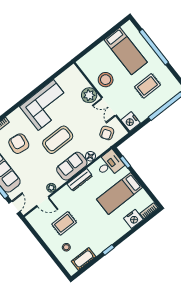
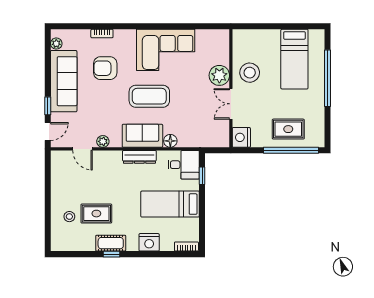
rug: (147, 86) -> (288, 129), moved
armchair: (107, 133) -> (207, 130), removed
armchair: (19, 144) -> (105, 68), turned -98
nightstand: (133, 219) -> (149, 242), moved
rug: (64, 223) -> (96, 214), moved
cot: (84, 259) -> (111, 243), moved

